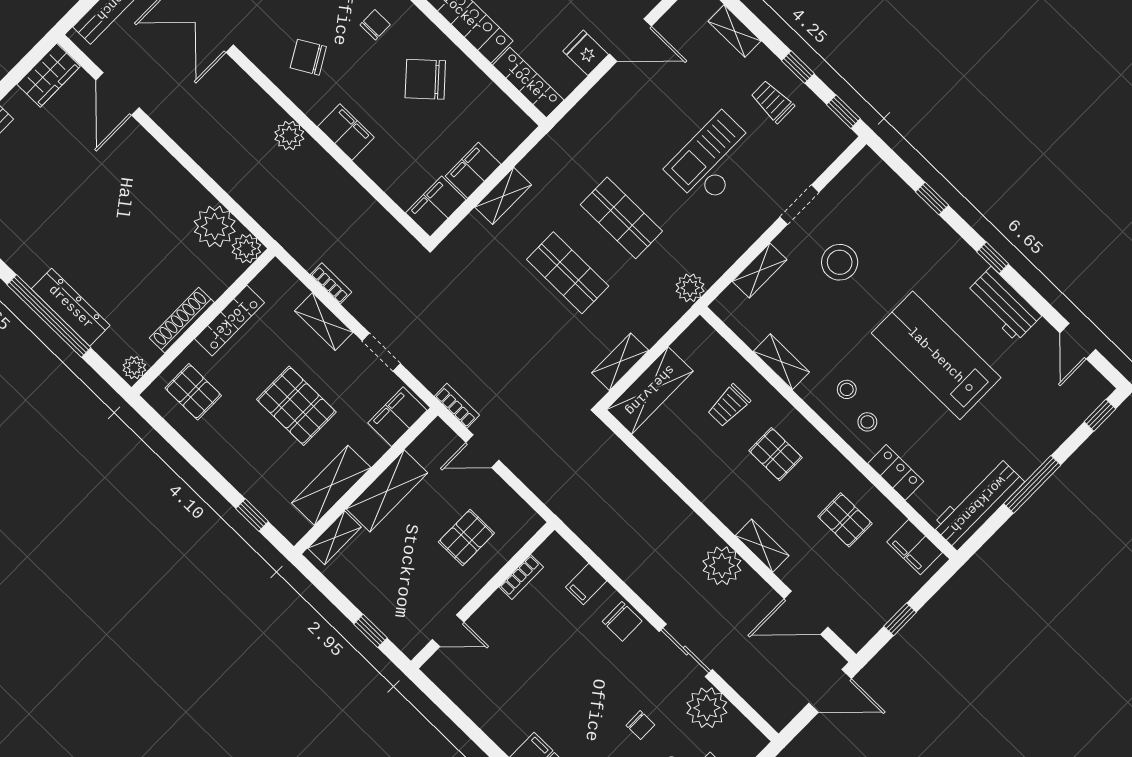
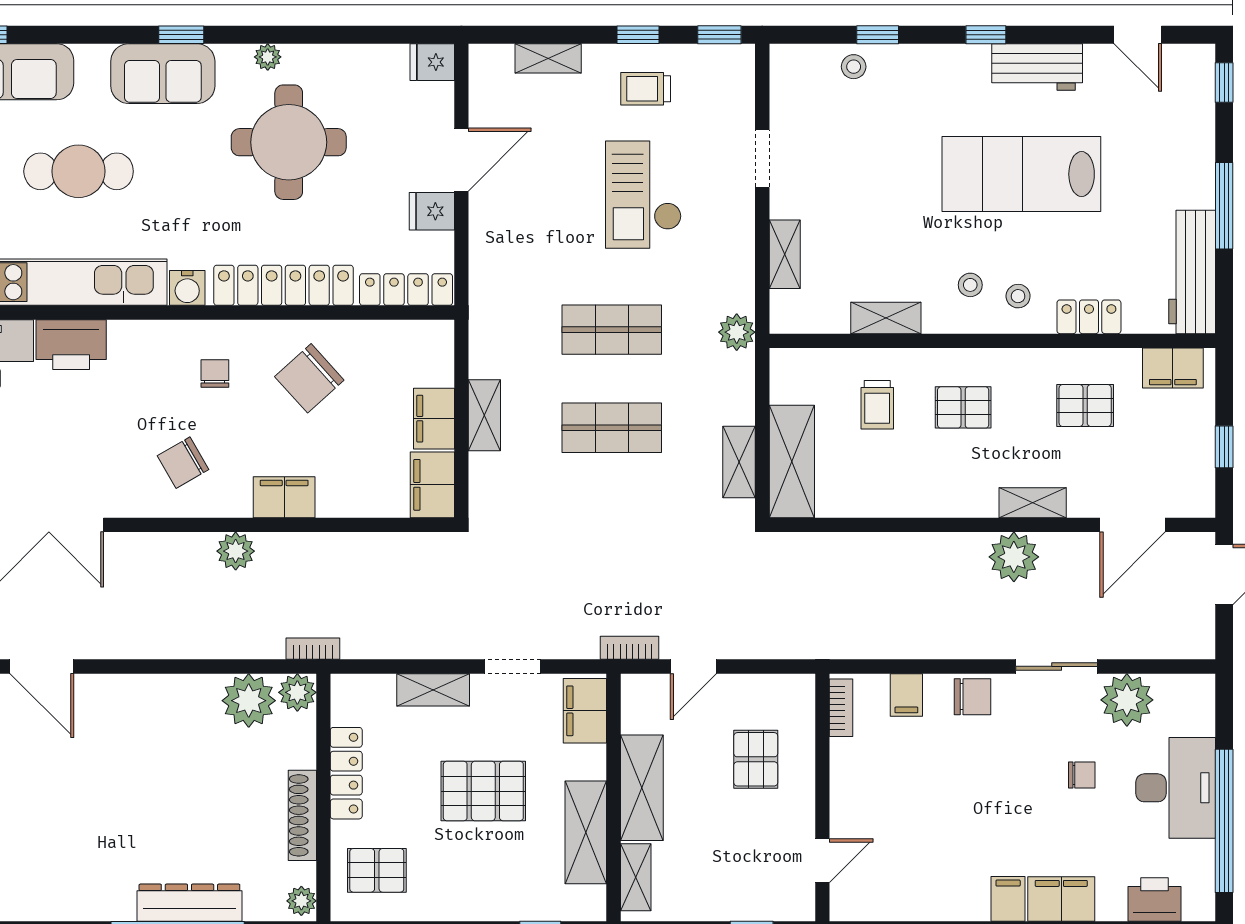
stool: (840, 262) -> (854, 67), moved, width x0.53, depth x0.53
bookcase: (331, 283) -> (313, 649), moved
bookcase: (521, 577) -> (841, 708), moved

